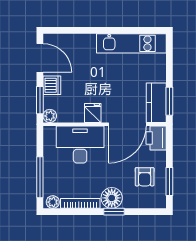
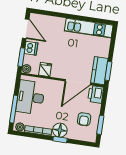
fridge: (93, 113) -> (45, 69), moved
desk: (80, 145) -> (30, 97), moved, turned -90

